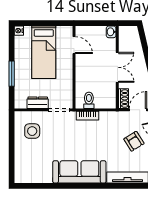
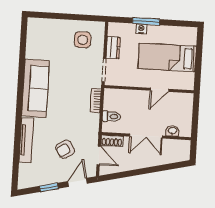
nightstand: (19, 31) -> (141, 29), moved
washbasin: (111, 32) -> (173, 131), moved
door: (74, 45) -> (160, 90), moved
toilet: (89, 100) -> (112, 116), moved

